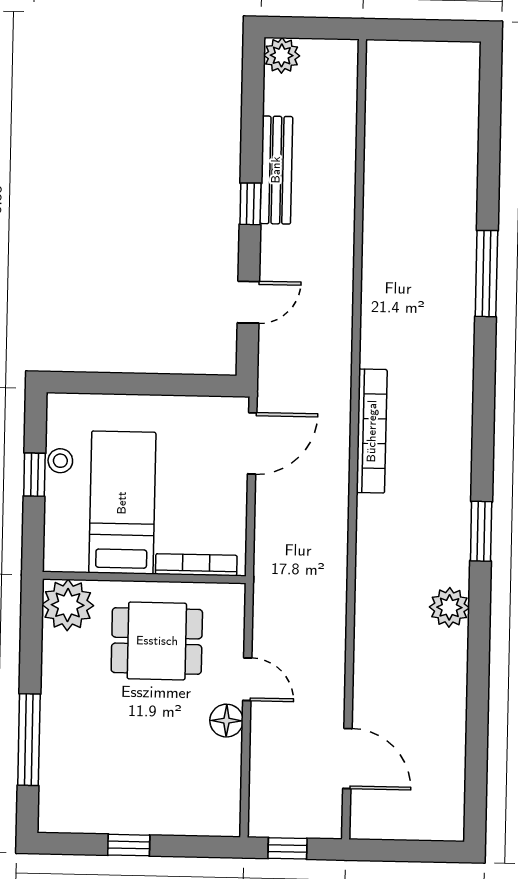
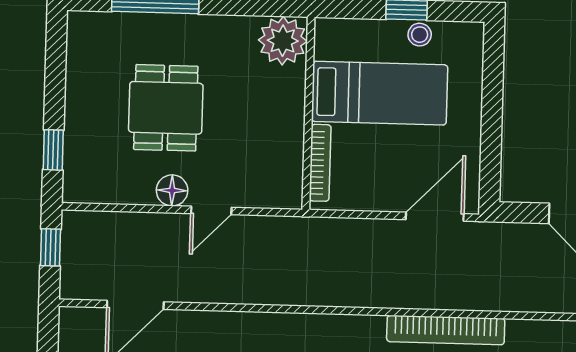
door: (252, 443) -> (435, 217), swing flipped
dining table: (157, 641) -> (166, 108), moved
window: (129, 845) -> (53, 150), moved

